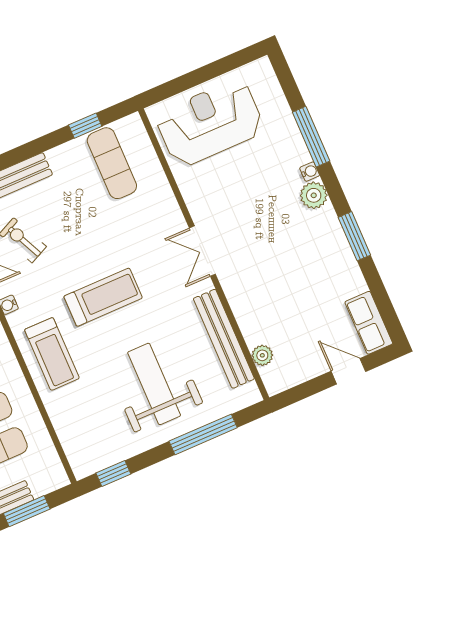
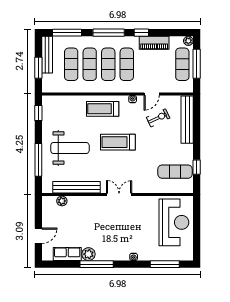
window: (311, 137) -> (165, 264), moved
plant: (314, 195) -> (89, 254), moved
window: (354, 236) -> (97, 264), width x1.44
treadmill: (103, 297) -> (118, 142), turned 90
row of seats: (369, 323) -> (67, 254), moved

